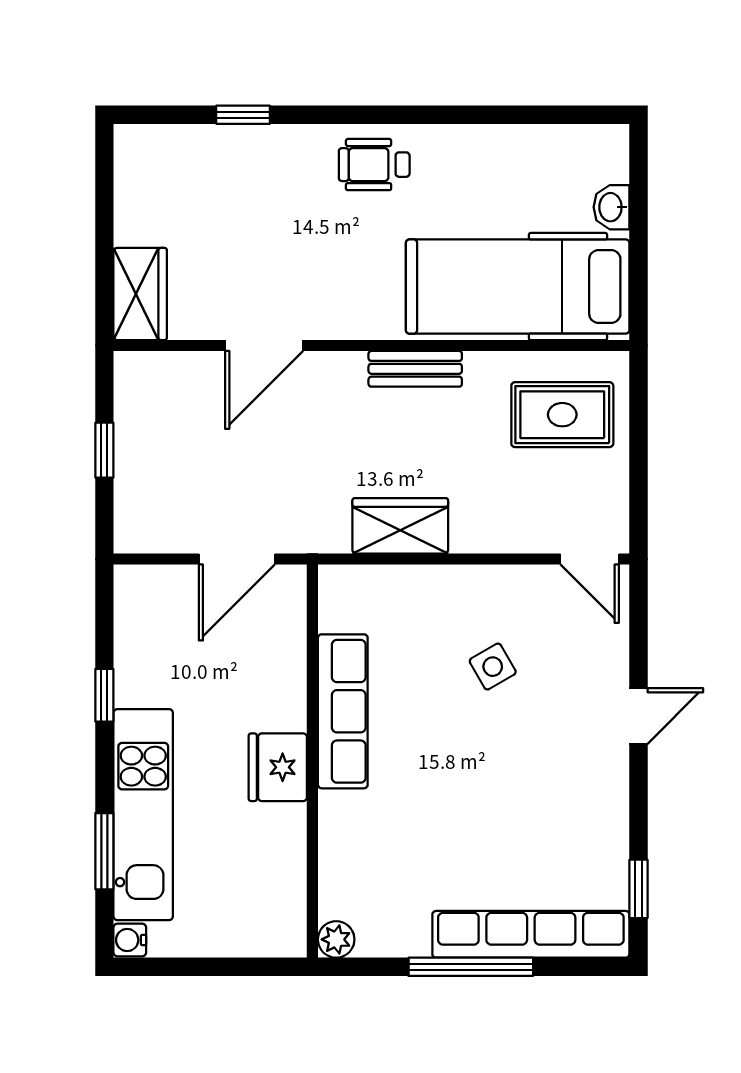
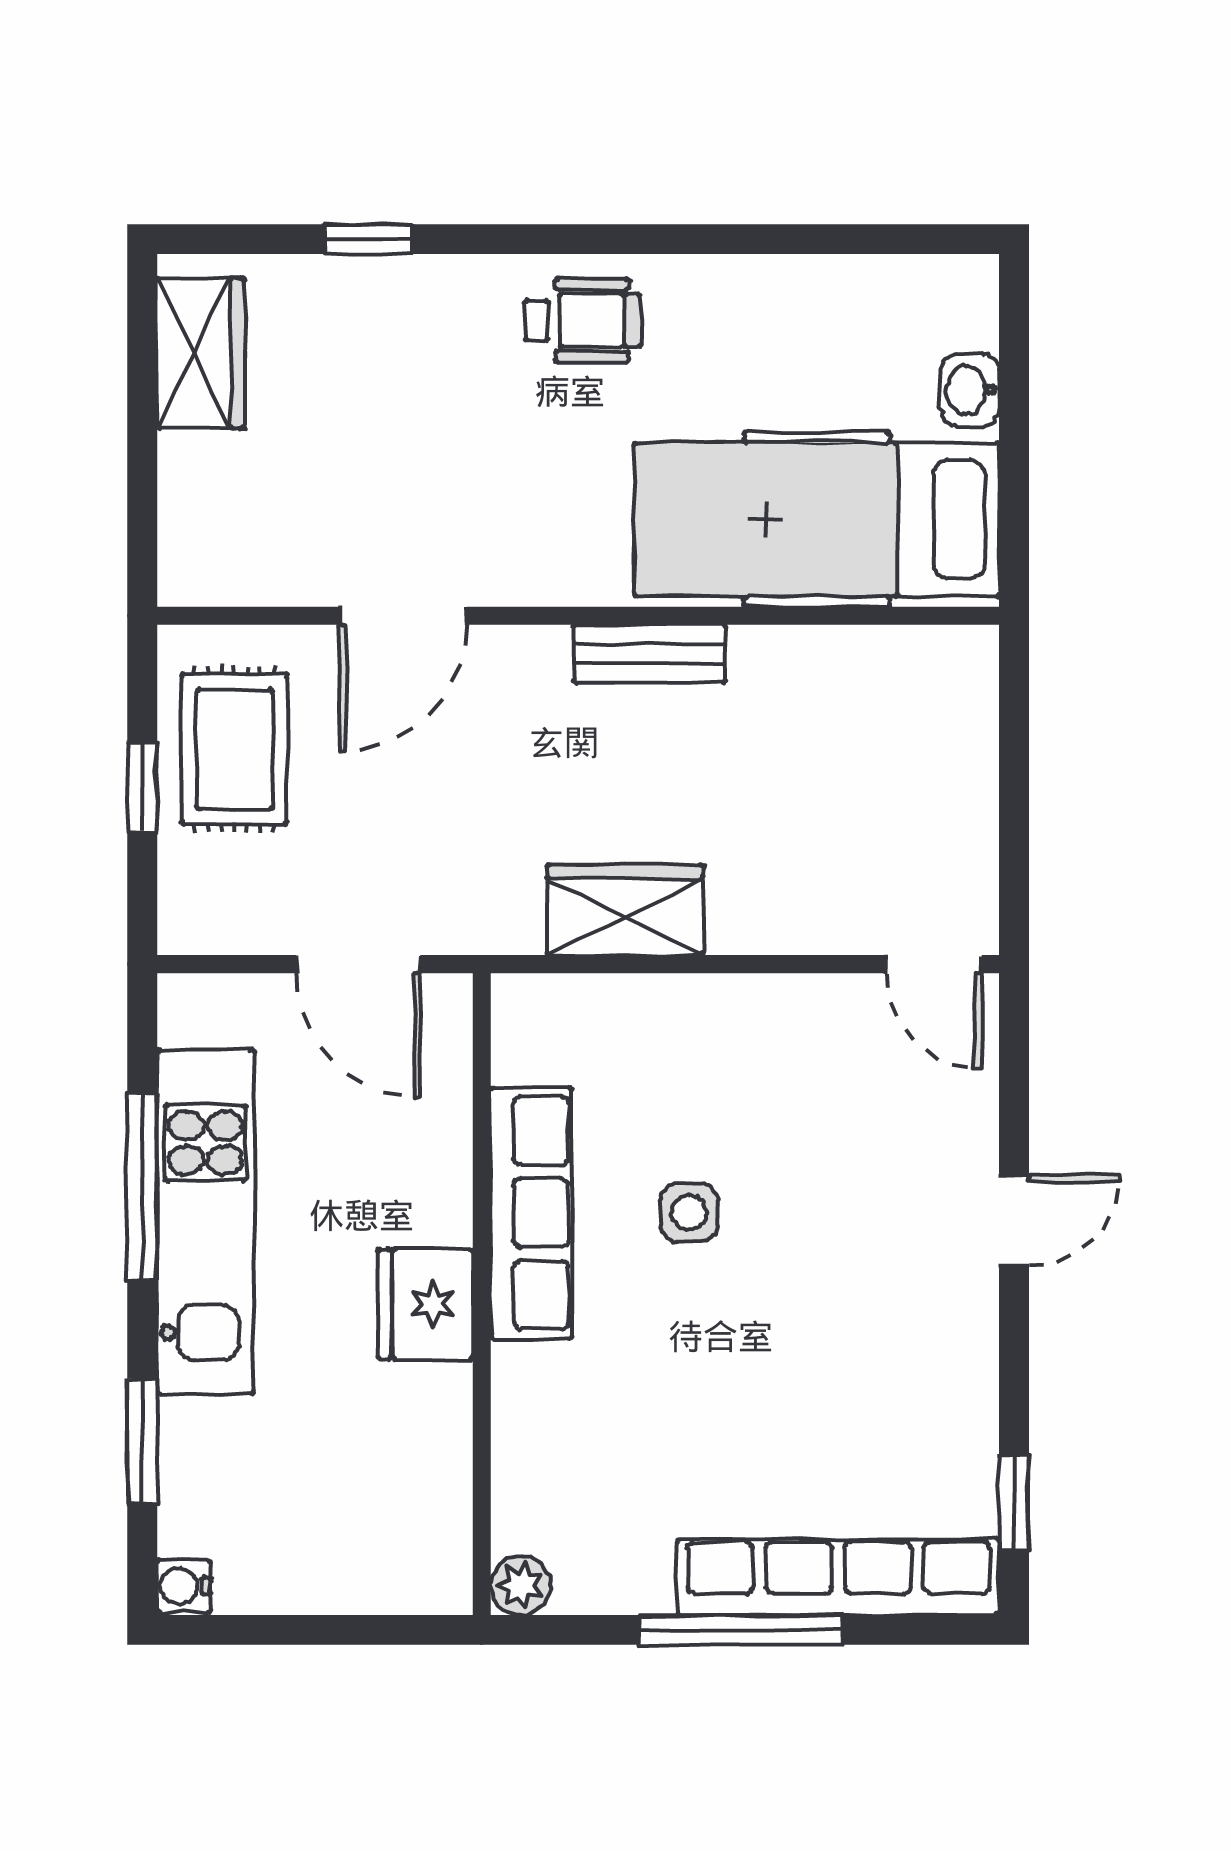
wheelchair: (374, 165) -> (583, 320), turned 180
wardrobe: (140, 294) -> (201, 353), moved
rug: (562, 415) -> (235, 749), moved, turned 90
door: (237, 559) -> (358, 964), hinge flipped
side table: (493, 667) -> (689, 1213), moved, turned 30
window: (104, 695) -> (142, 1187), width x2.17
kitchen unit: (143, 815) -> (206, 1222), moved

